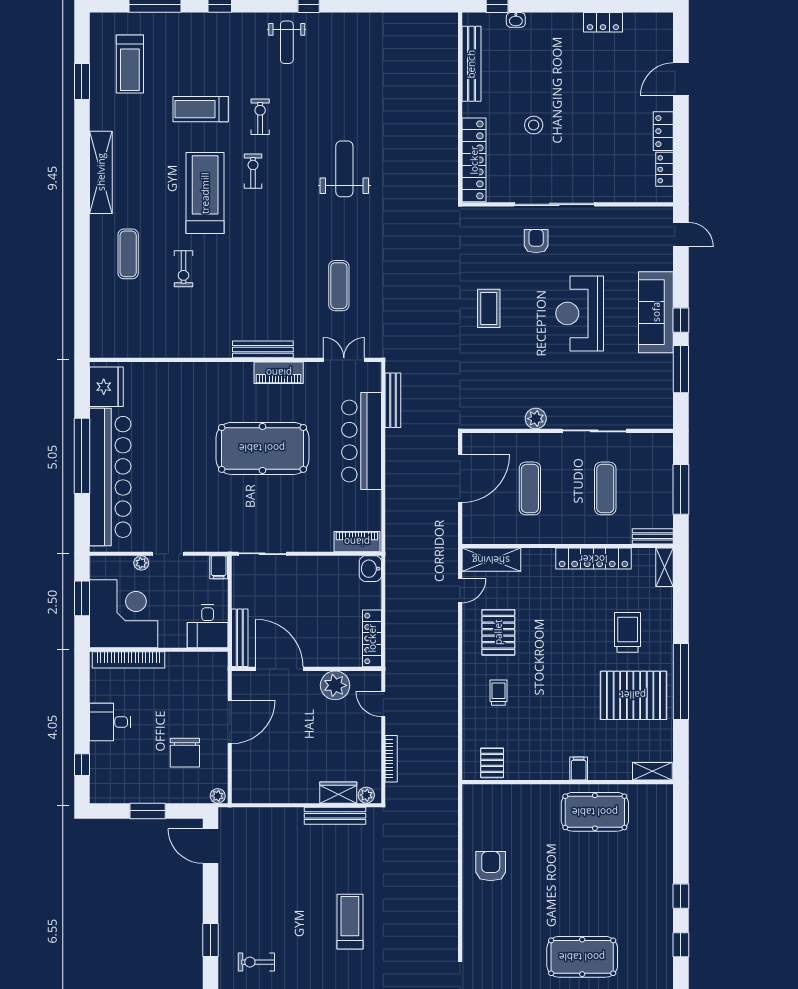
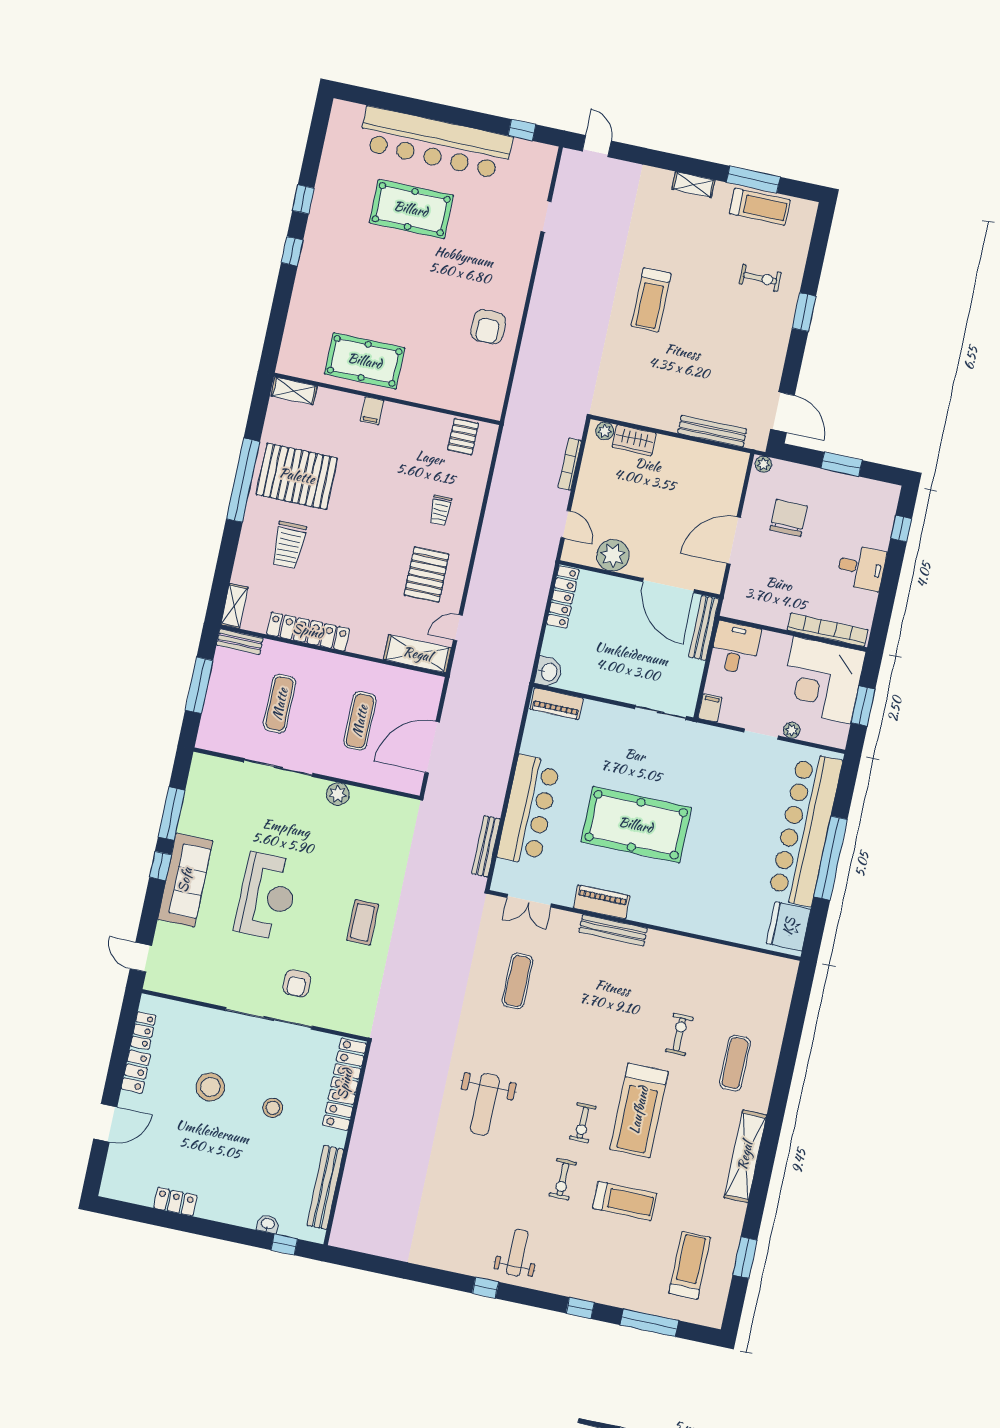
stool: (594, 132) -> (210, 1087), added
bench: (335, 816) -> (712, 431), moved

